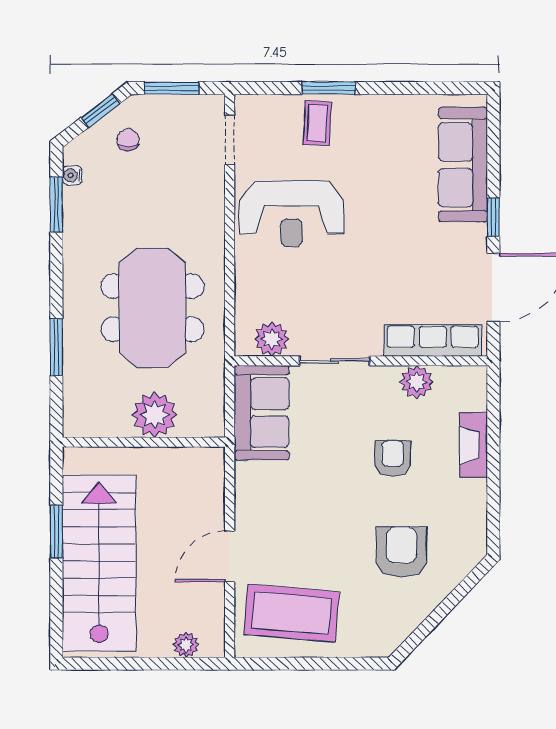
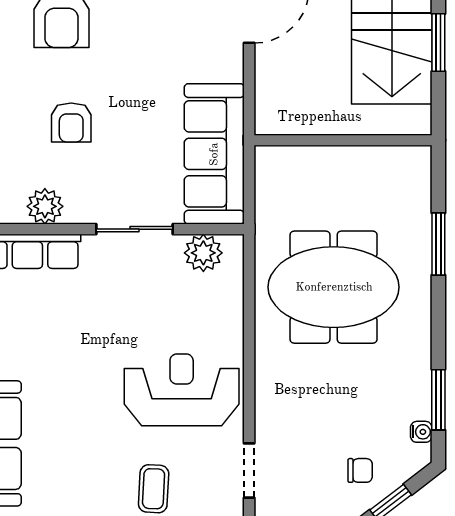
chair: (128, 140) -> (360, 470), turned -90
meeting table: (152, 308) -> (334, 287), turned 90
sofa: (262, 413) -> (214, 154), width x1.36
plant: (155, 415) -> (331, 170), removed

